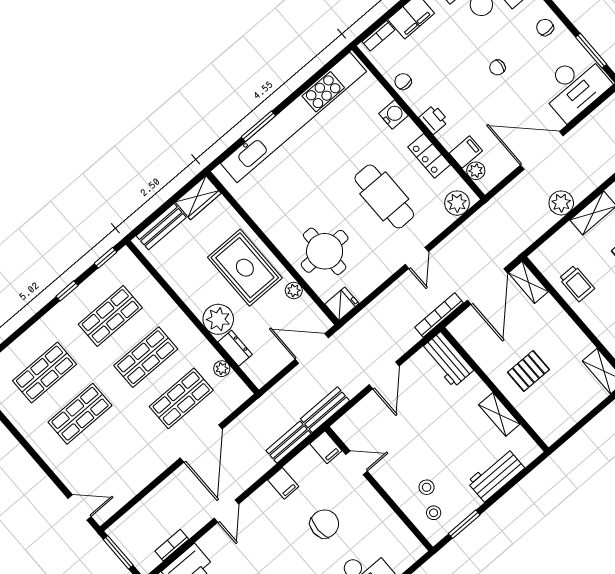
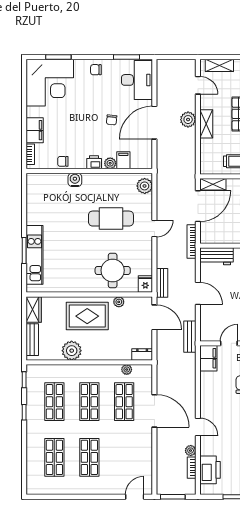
chair: (497, 67) -> (112, 120), moved
kitchen unit: (293, 117) -> (34, 255), width x0.54
locker: (429, 156) -> (110, 180), removed
plant: (476, 171) -> (110, 163), moved
plant: (561, 203) -> (188, 120), moved
door: (417, 258) -> (154, 228), hinge flipped
door: (487, 287) -> (198, 206), hinge flipped
plant: (218, 319) -> (72, 351), moved
dresser: (235, 348) -> (142, 355), moved
door: (312, 348) -> (154, 317), swing flipped
bench: (288, 442) -> (162, 283), moved
filing cabinet: (326, 447) -> (208, 358), width x2.00
filing cabinet: (283, 483) -> (208, 388), removed
plant: (191, 526) -> (191, 451), added

